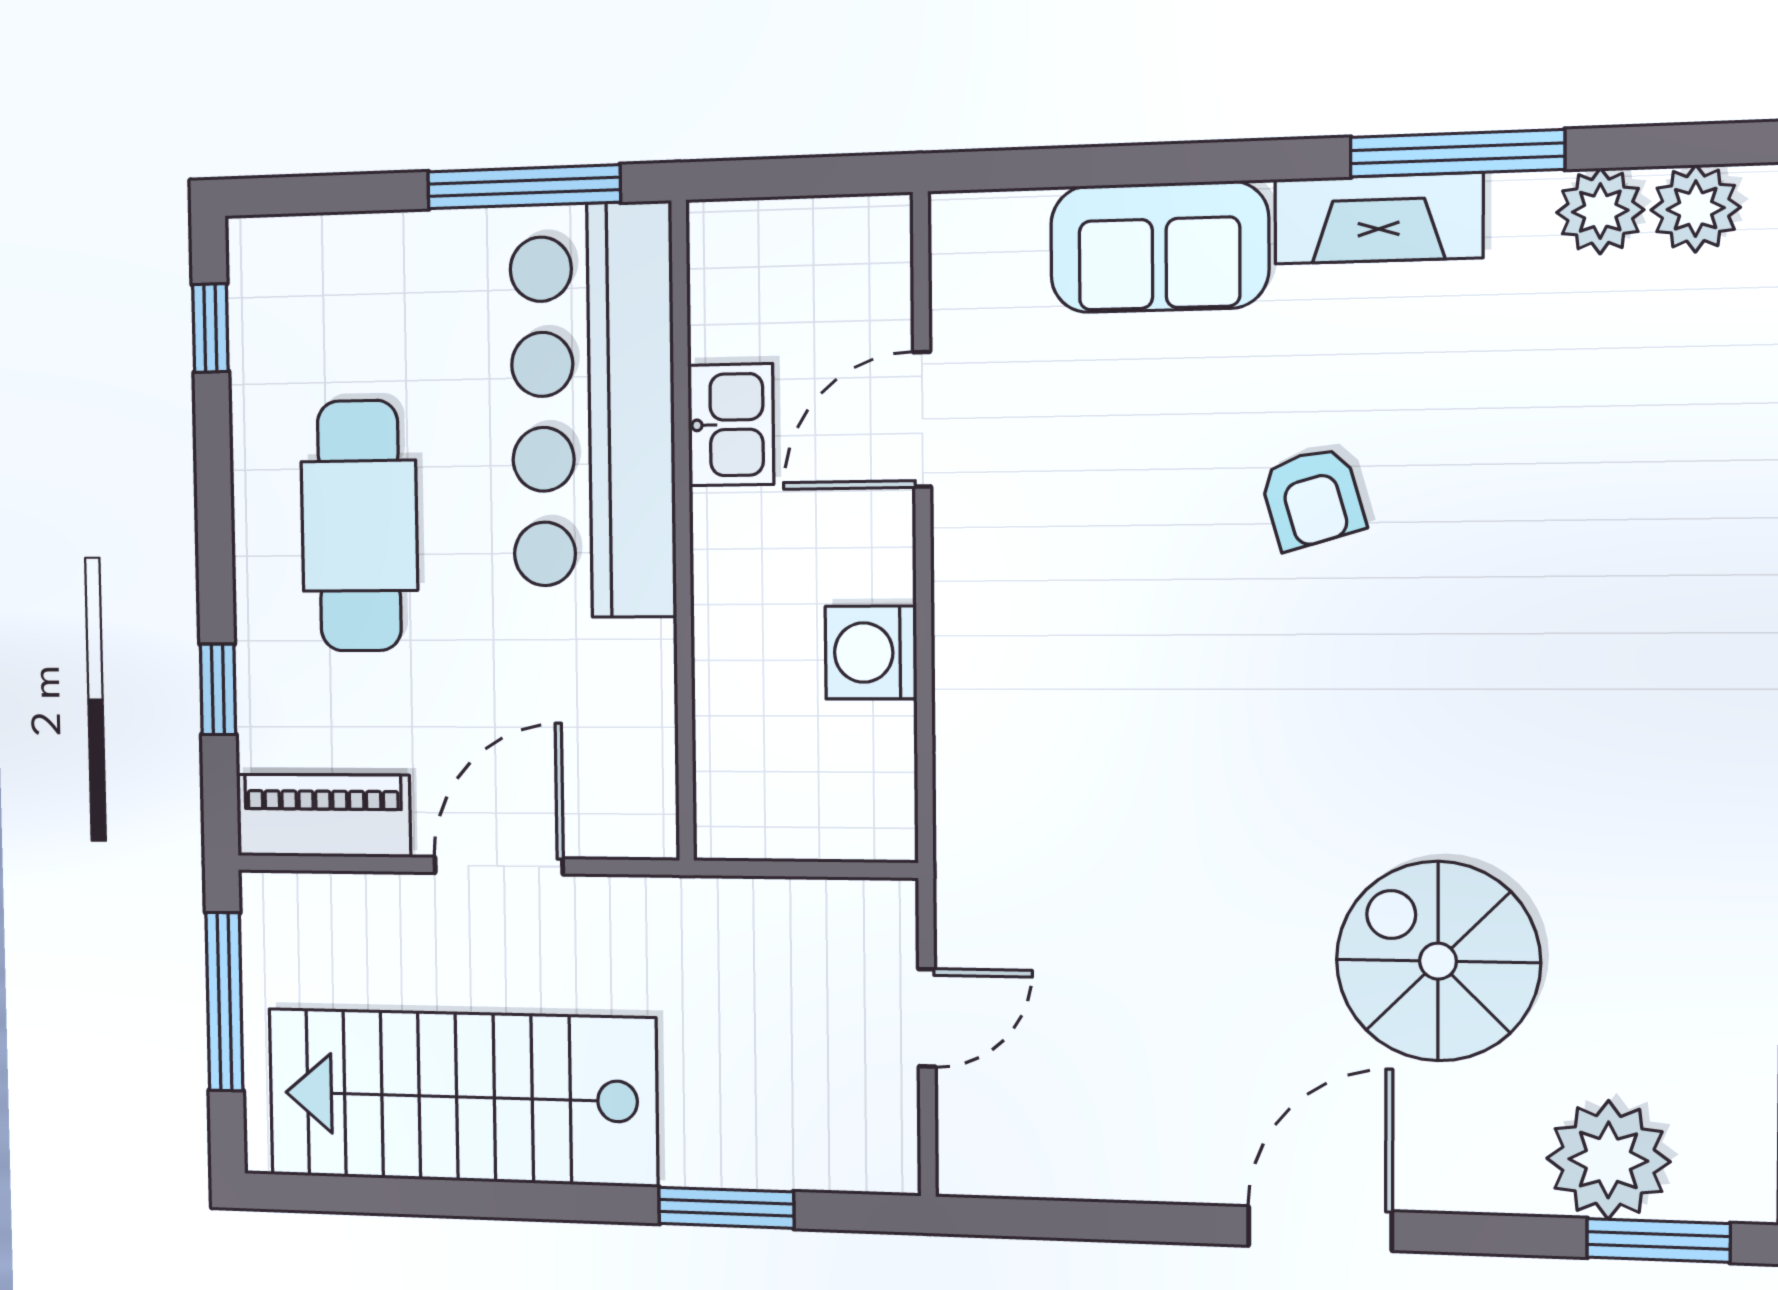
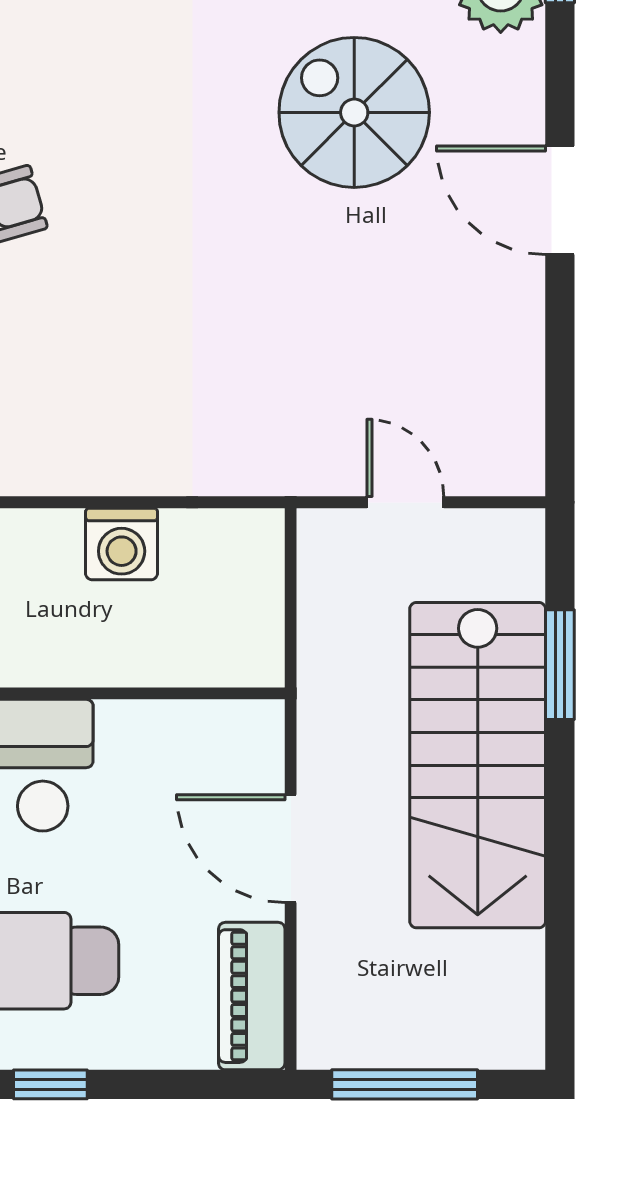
window: (218, 689) -> (50, 1084), moved
spiral stairs: (1438, 961) -> (354, 112), turned 90
stairs: (461, 1097) -> (478, 765), moved

